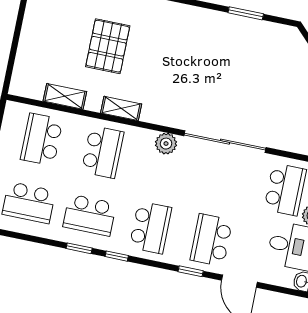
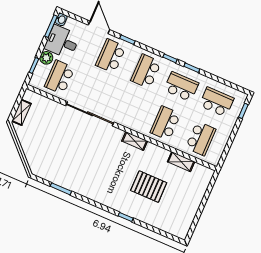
pallet: (108, 46) -> (149, 187), turned 90
shelving: (121, 108) -> (135, 141), moved
plant: (166, 144) -> (126, 120), removed
school desk: (211, 240) -> (111, 56), turned 180

